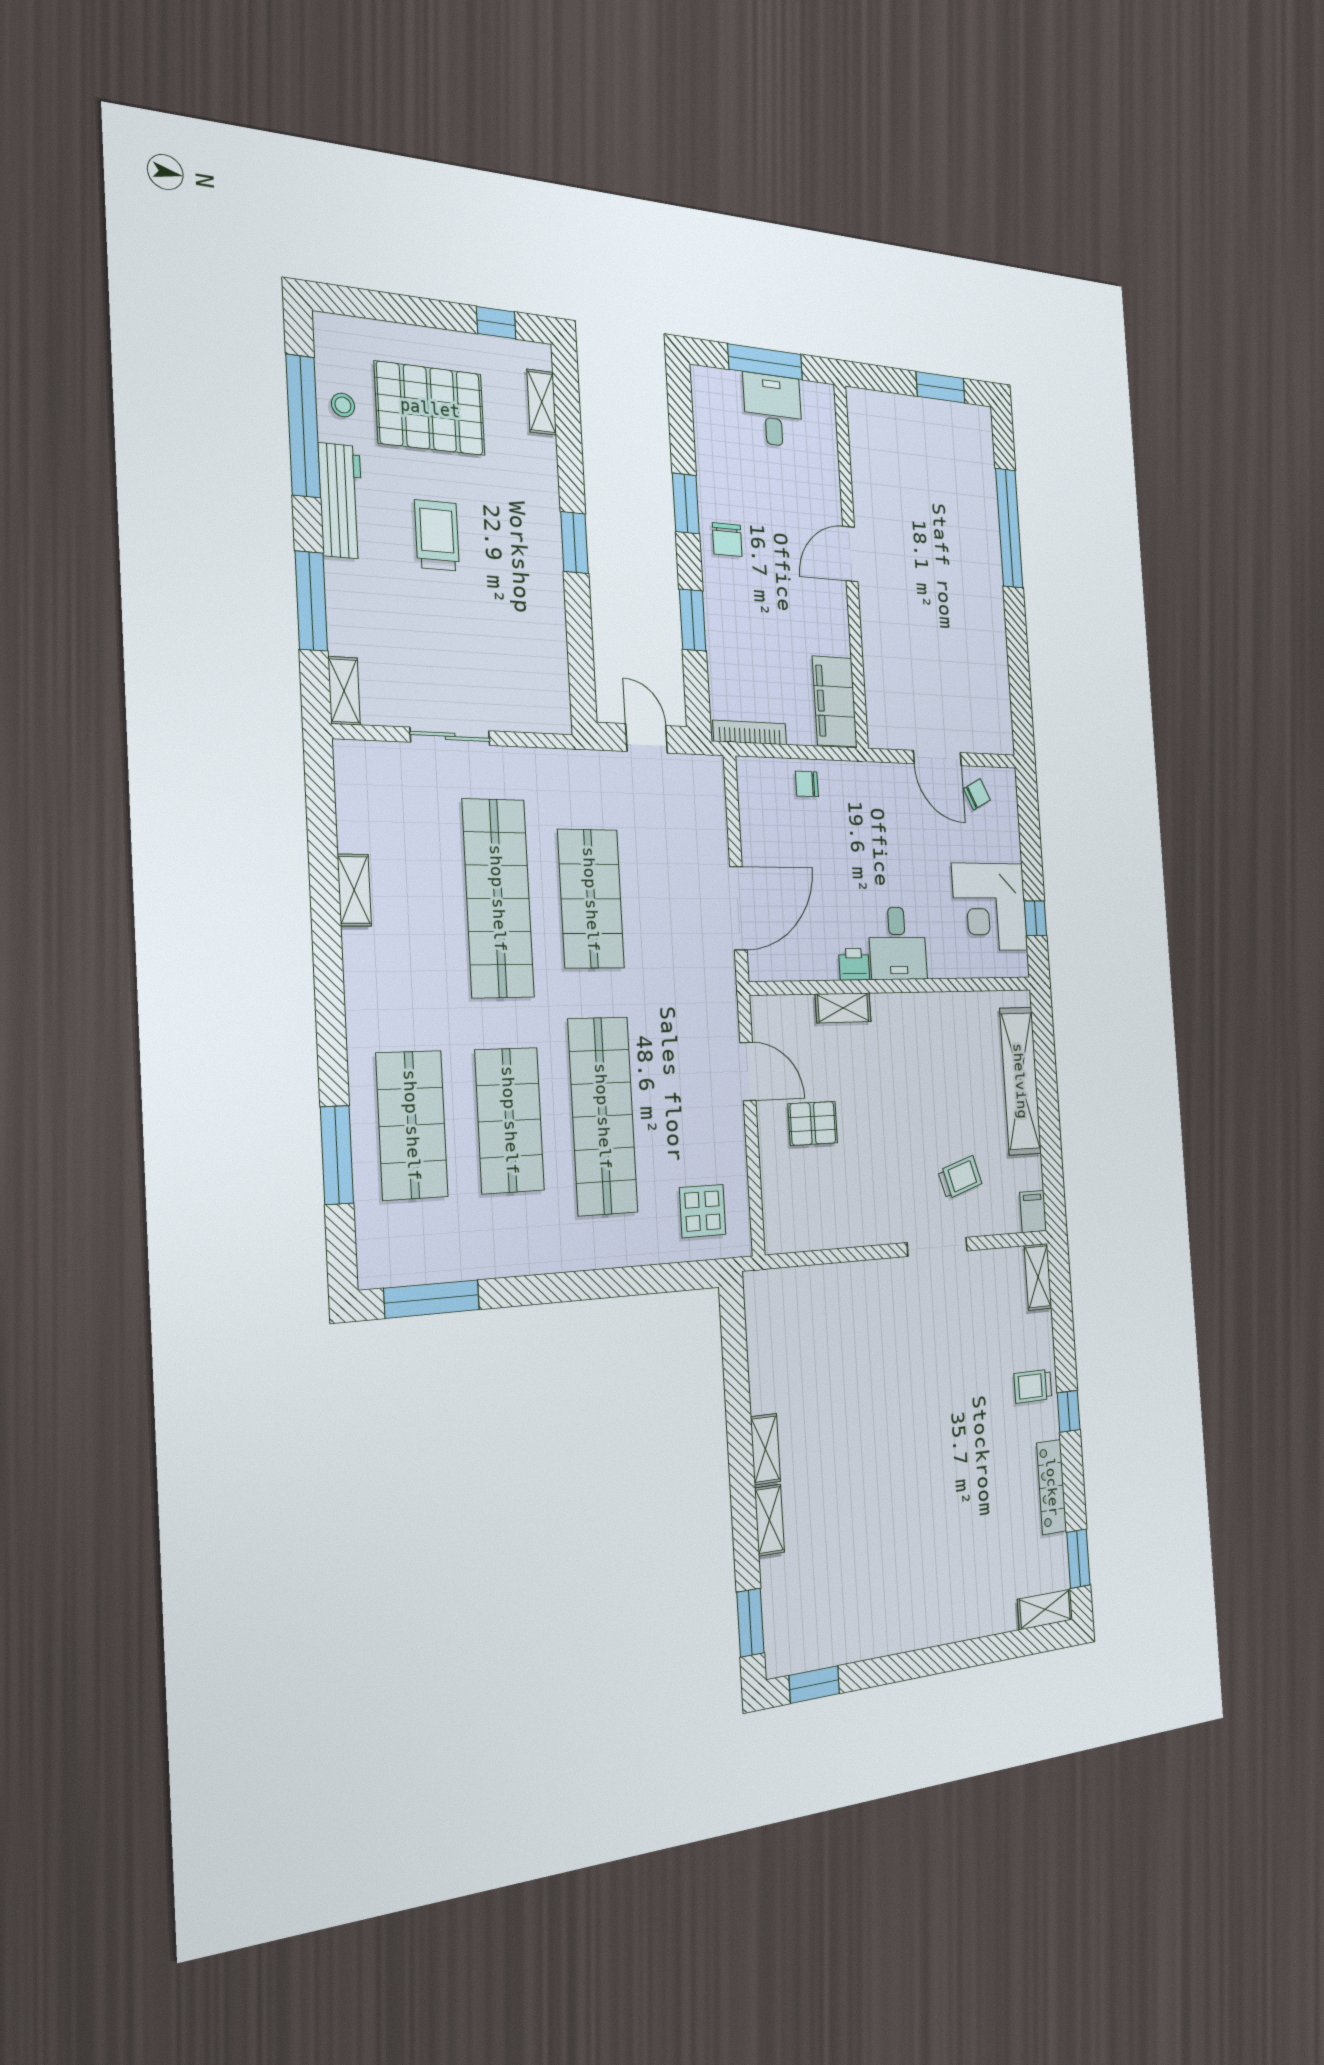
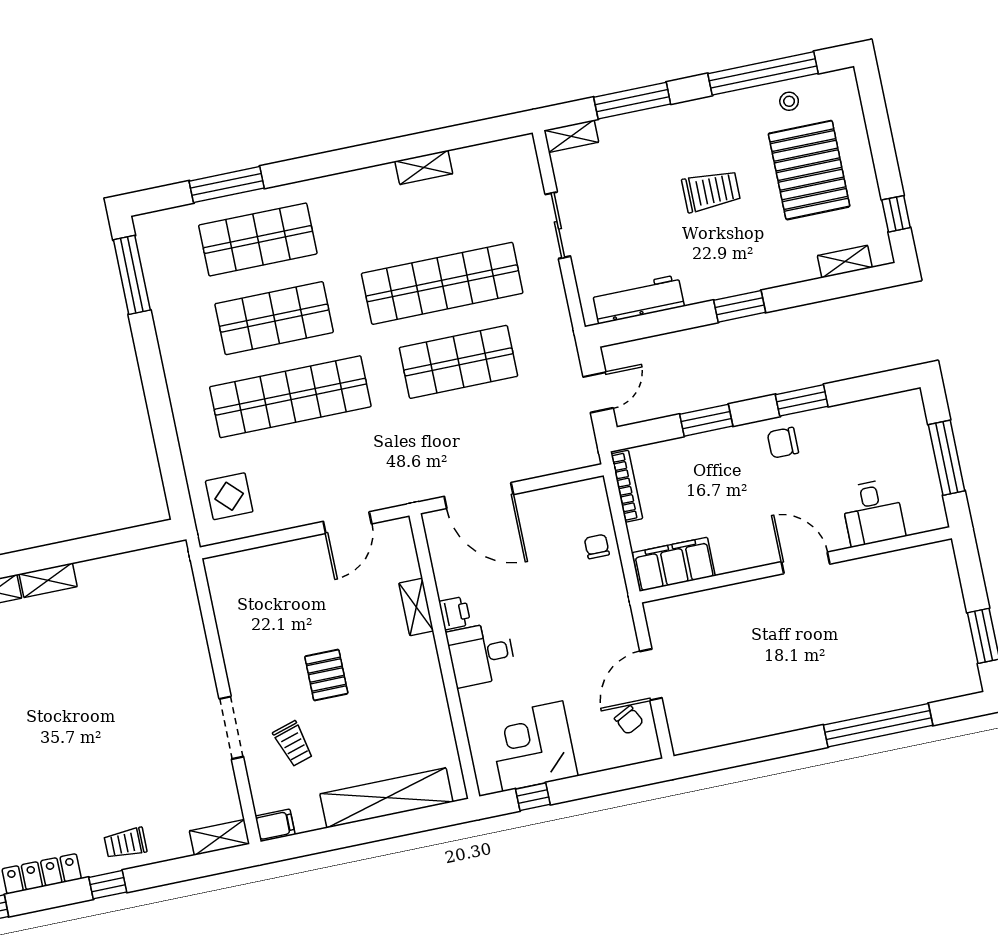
desk: (773, 410) -> (873, 513), moved, turned 90
workbench: (341, 501) -> (638, 299), moved, turned 180
pallet: (813, 1123) -> (326, 675), moved
trolley: (1033, 1386) -> (125, 843), turned -90

